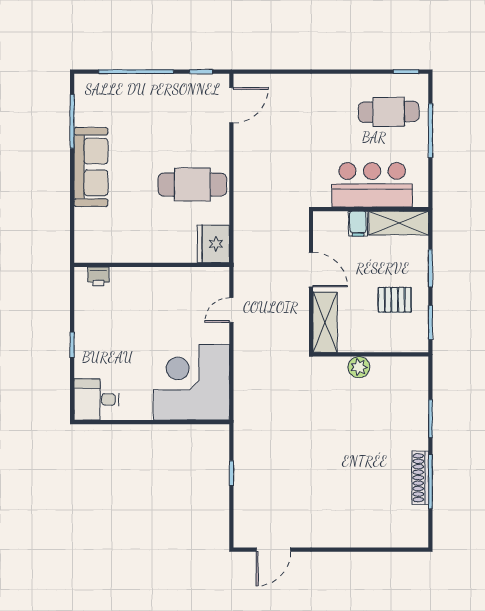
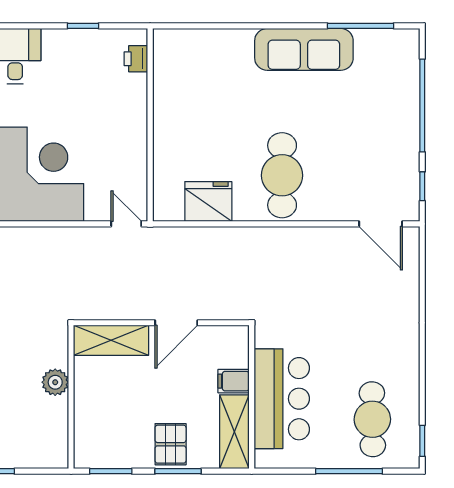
wall: (152, 265) -> (150, 125), moved
printer: (98, 276) -> (136, 59), moved
pallet: (395, 300) -> (171, 444), moved

